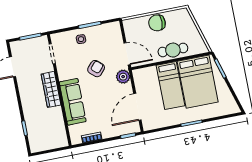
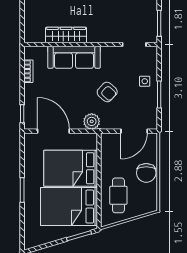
chair: (157, 23) -> (146, 173), turned 180
cafe table: (173, 50) -> (118, 195), moved
door: (127, 54) -> (134, 131), moved
bed: (170, 86) -> (71, 168), width x1.50
wardrobe: (51, 89) -> (66, 35), moved

